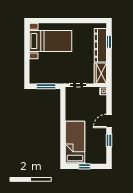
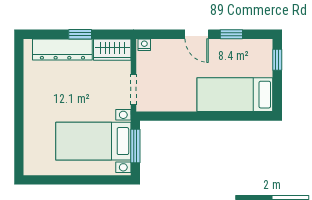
bed with nightstands: (51, 41) -> (93, 141), moved, turned -90
window: (109, 42) -> (80, 34), moved
window: (85, 166) -> (277, 60), moved

